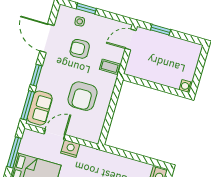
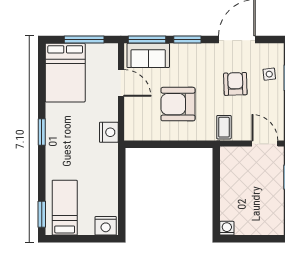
nightstand: (70, 149) -> (109, 132), moved

